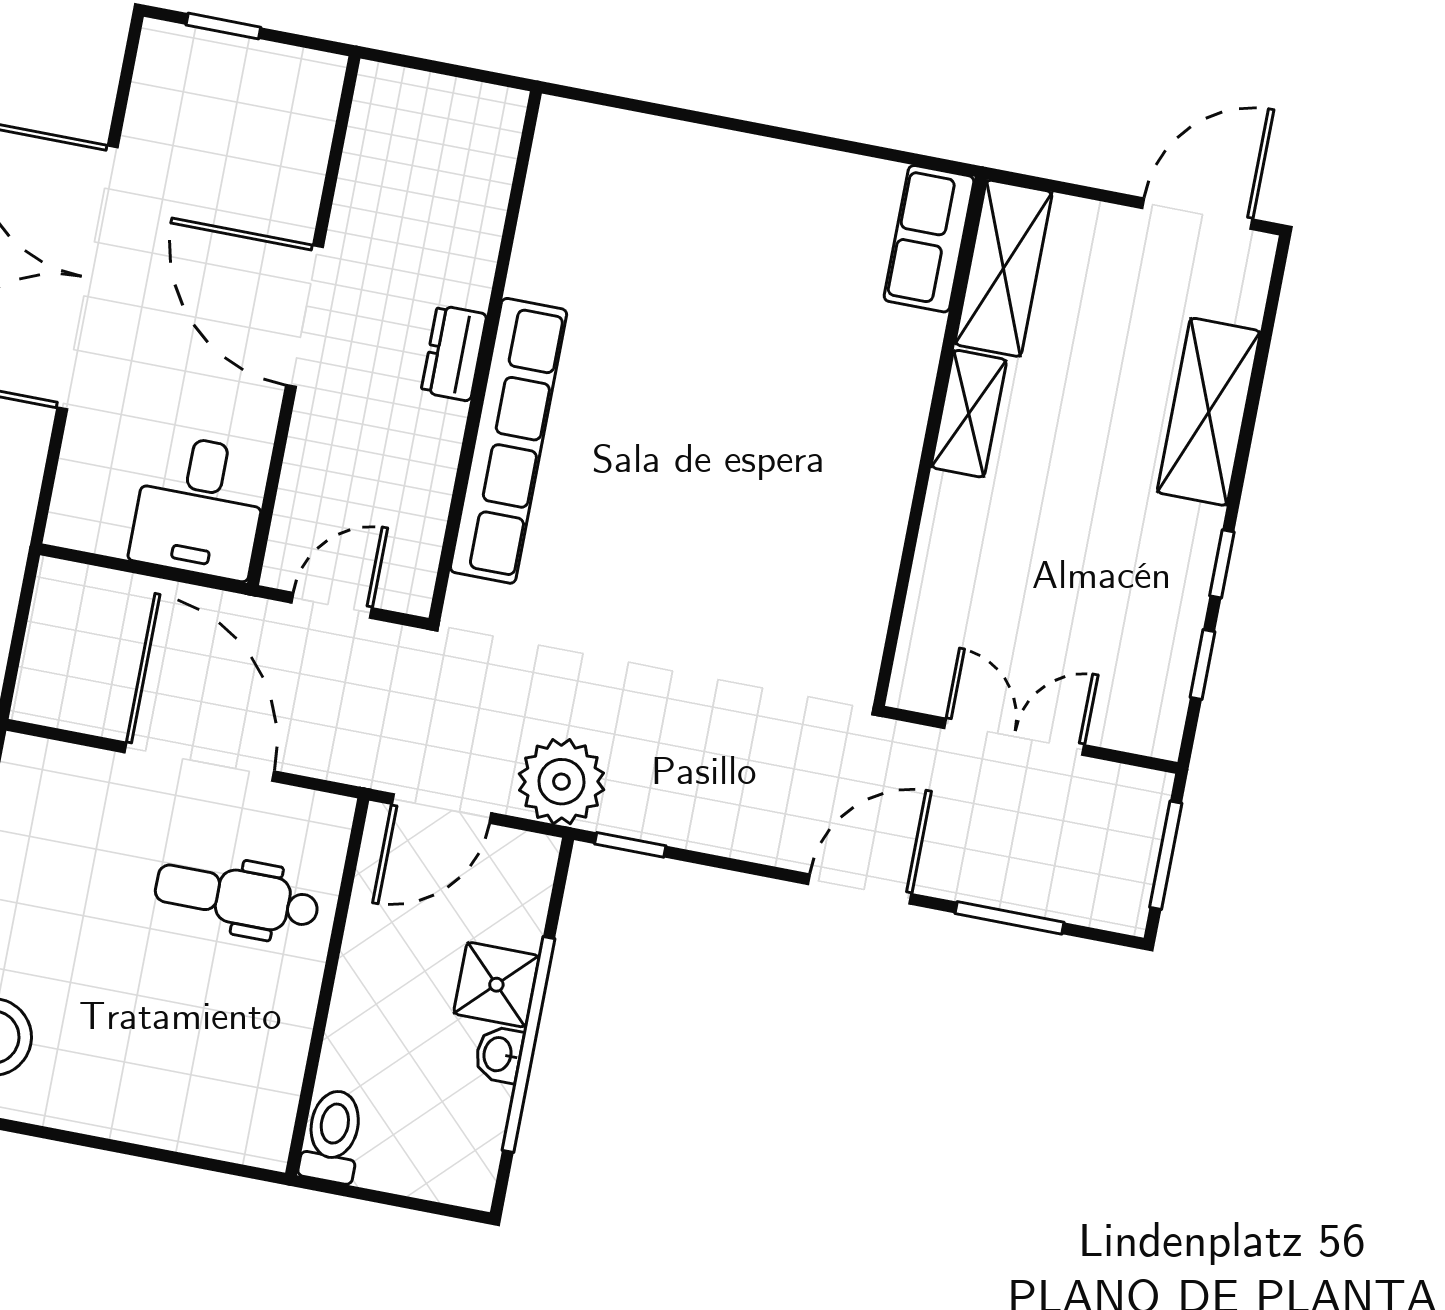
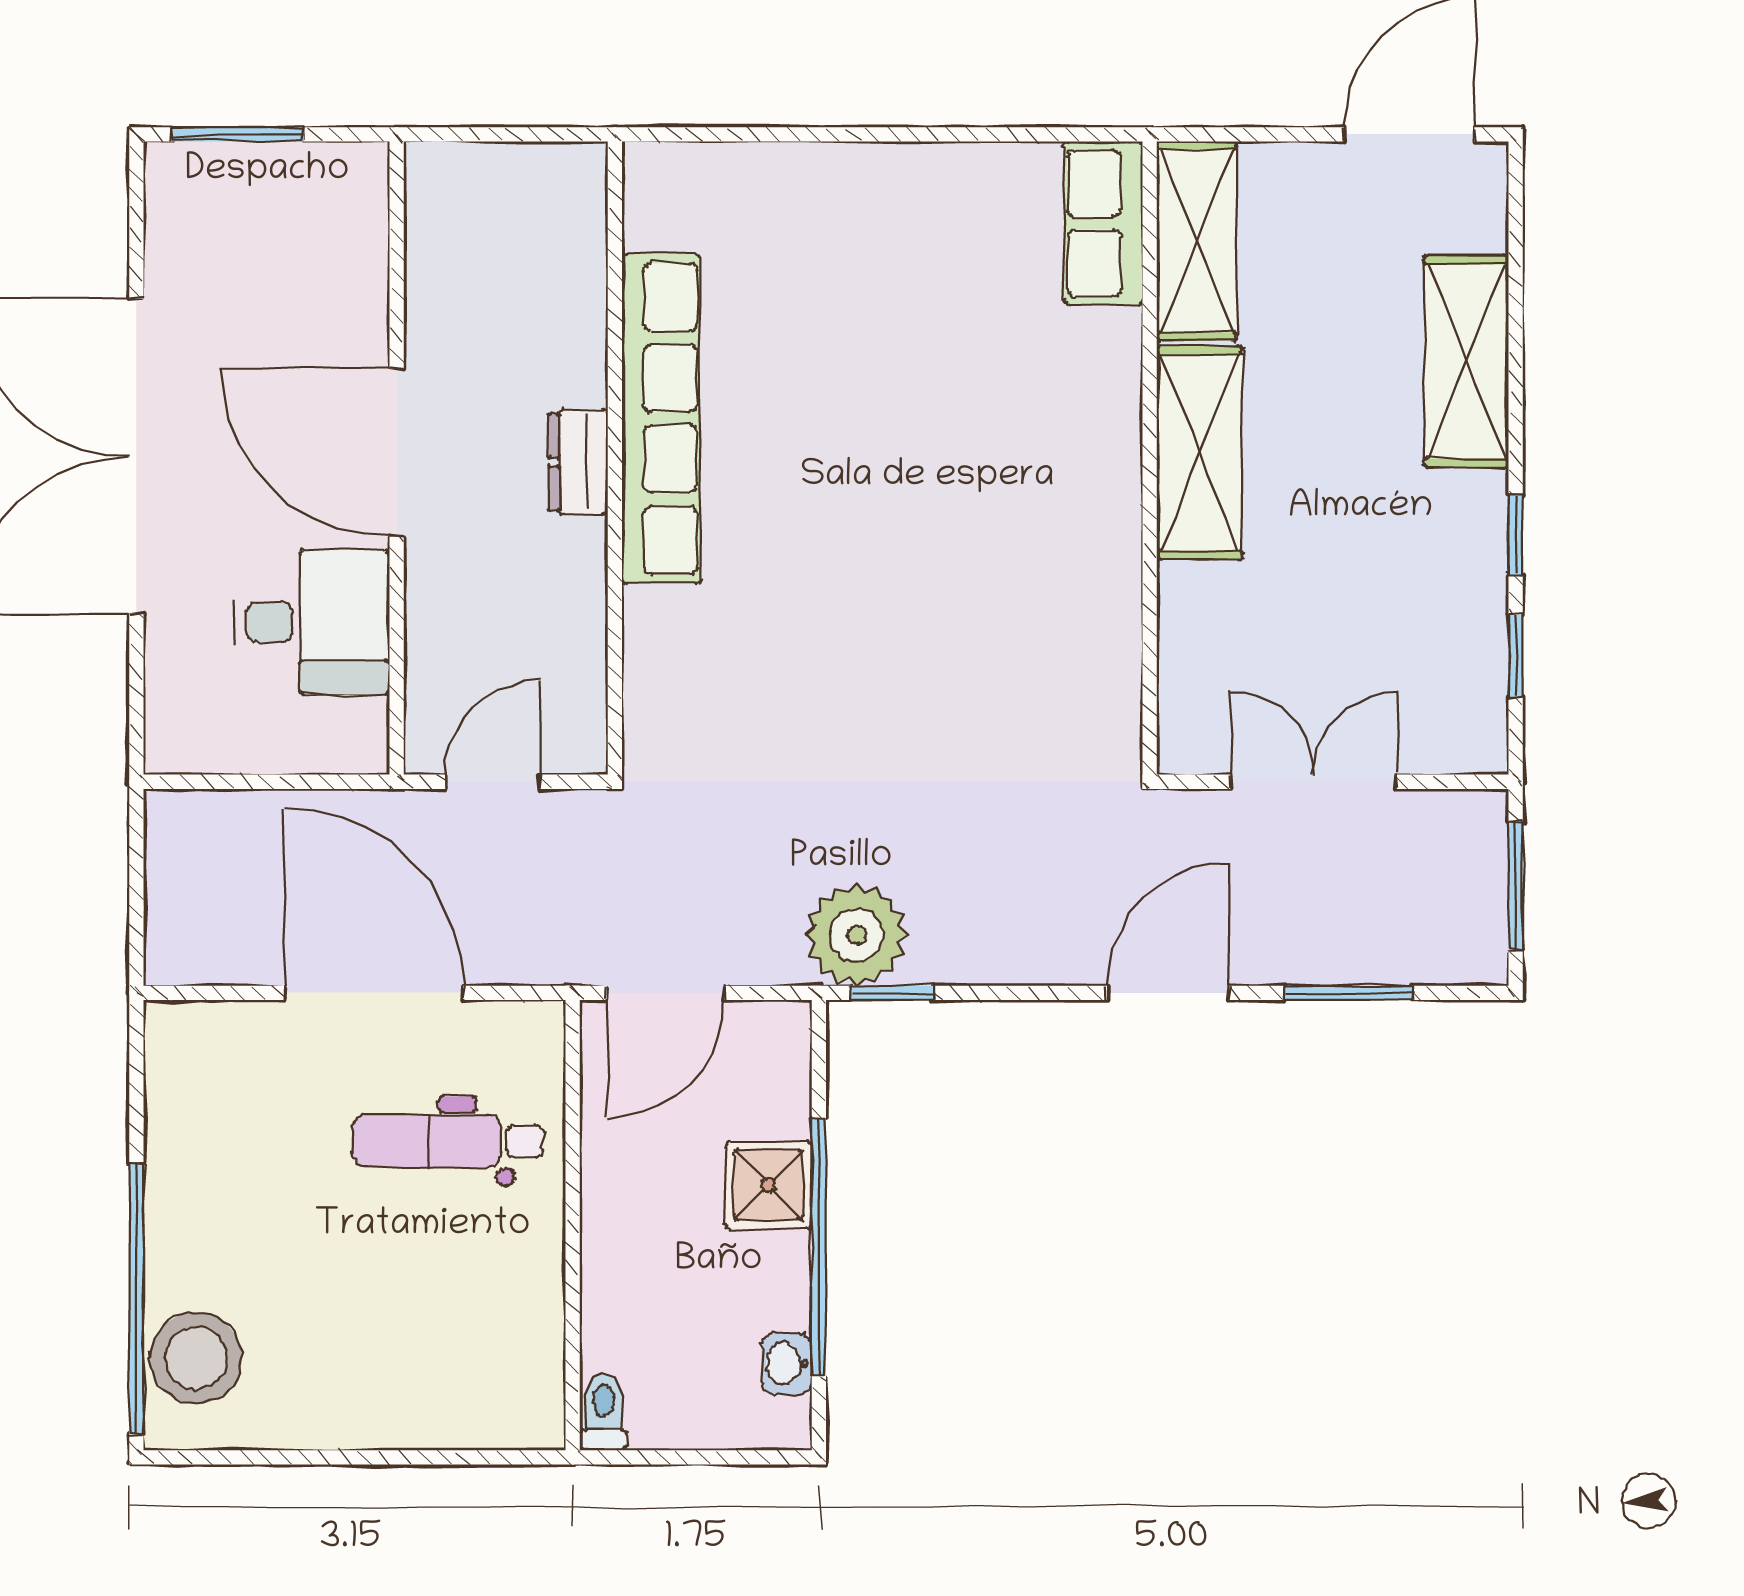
window: (223, 26) -> (238, 134), width x1.50
shelving: (969, 414) -> (1199, 453), width x1.50, depth x1.33
row of seats: (509, 441) -> (661, 419), moved
desk: (200, 507) -> (312, 622), moved, turned -90
plant: (561, 782) -> (856, 935), moved
washbasin: (499, 1054) -> (787, 1364), moved
toilet: (332, 1136) -> (603, 1412), width x0.73, depth x0.72

